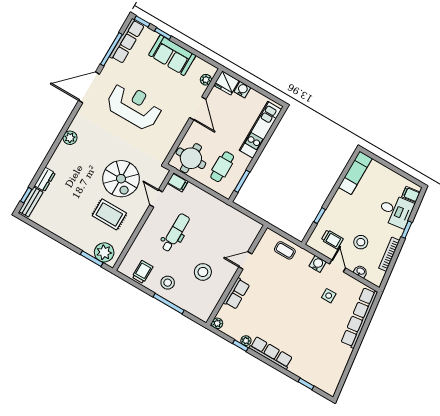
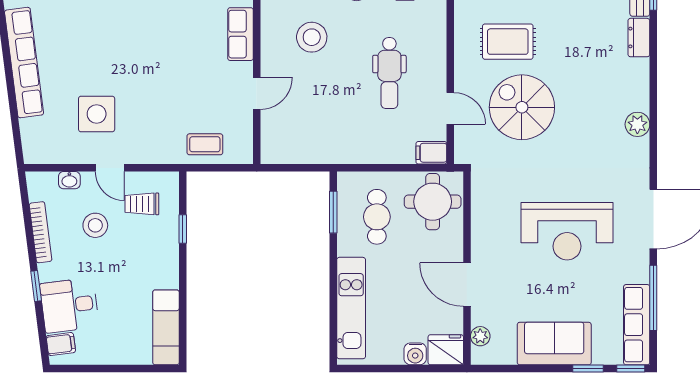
water cooler: (318, 264) -> (142, 153), removed
side table: (329, 296) -> (97, 114), width x1.87, depth x1.87
row of seats: (359, 318) -> (24, 63), moved

